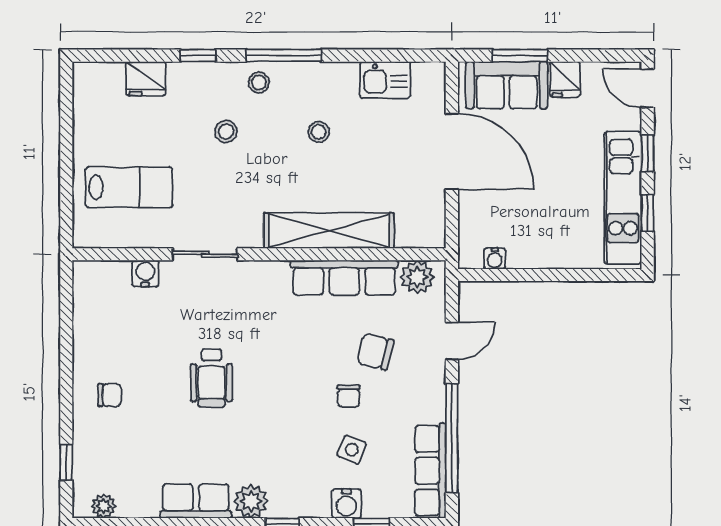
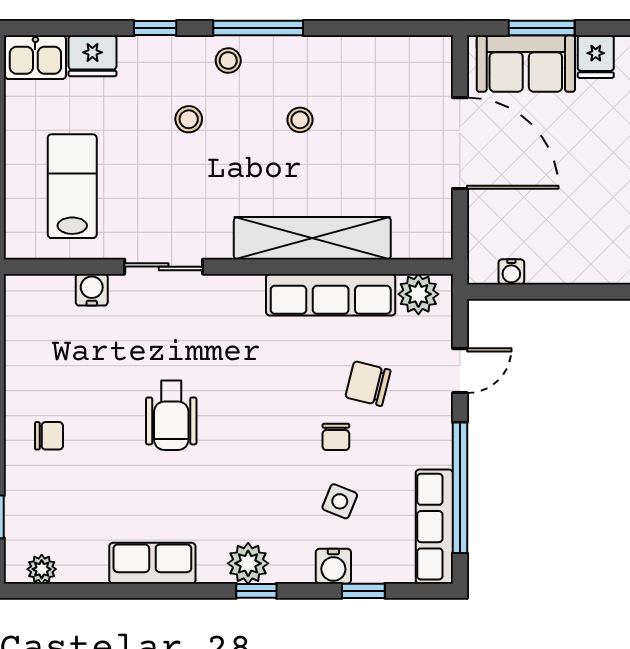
kitchen sink: (385, 80) -> (35, 57), moved
lab bench: (129, 187) -> (72, 186), turned -90
plant: (251, 501) -> (248, 563), moved

